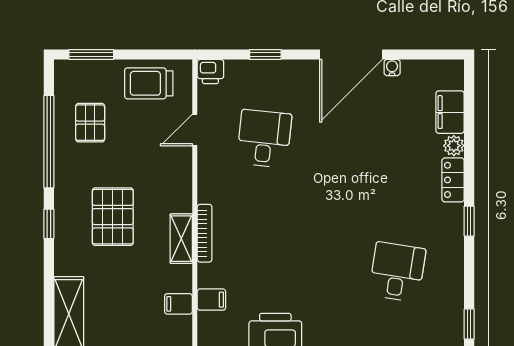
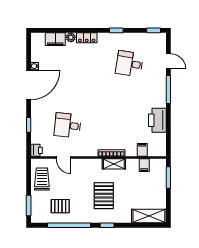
door: (351, 55) -> (29, 85), hinge flipped
trolley: (149, 83) -> (42, 179), turned 180
pallet: (113, 217) -> (104, 196), turned 90
window: (469, 221) -> (116, 30), moved

